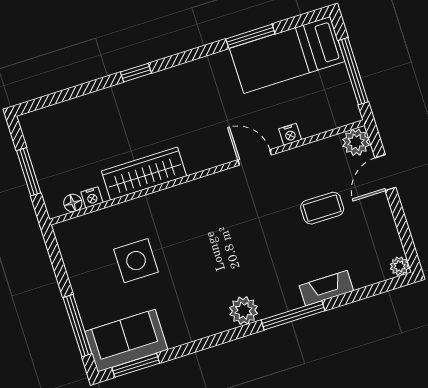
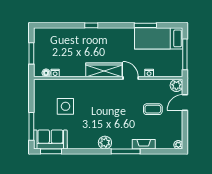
wardrobe: (144, 174) -> (104, 70), moved

